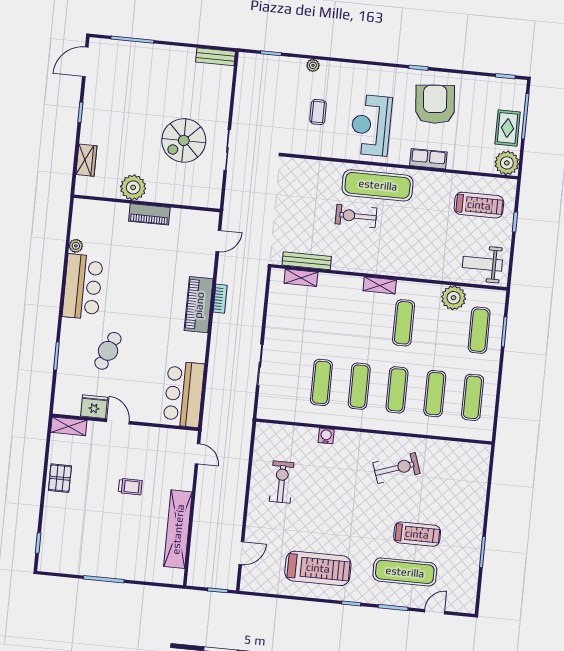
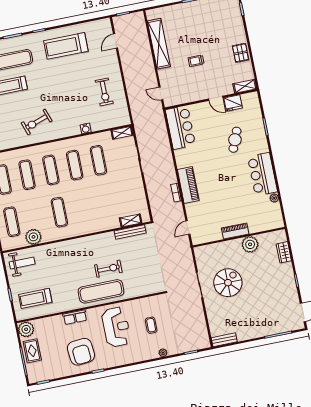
shelving: (380, 285) -> (122, 133), moved

